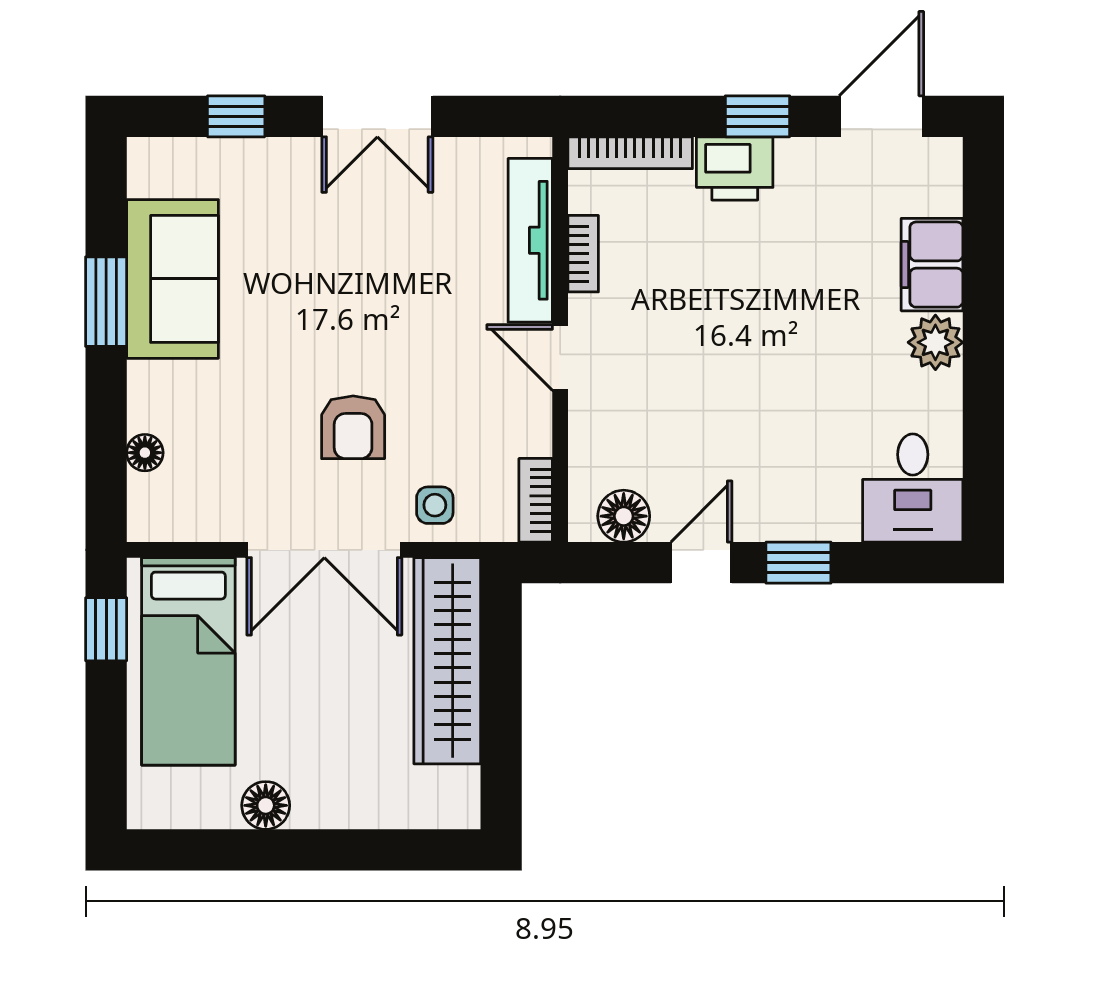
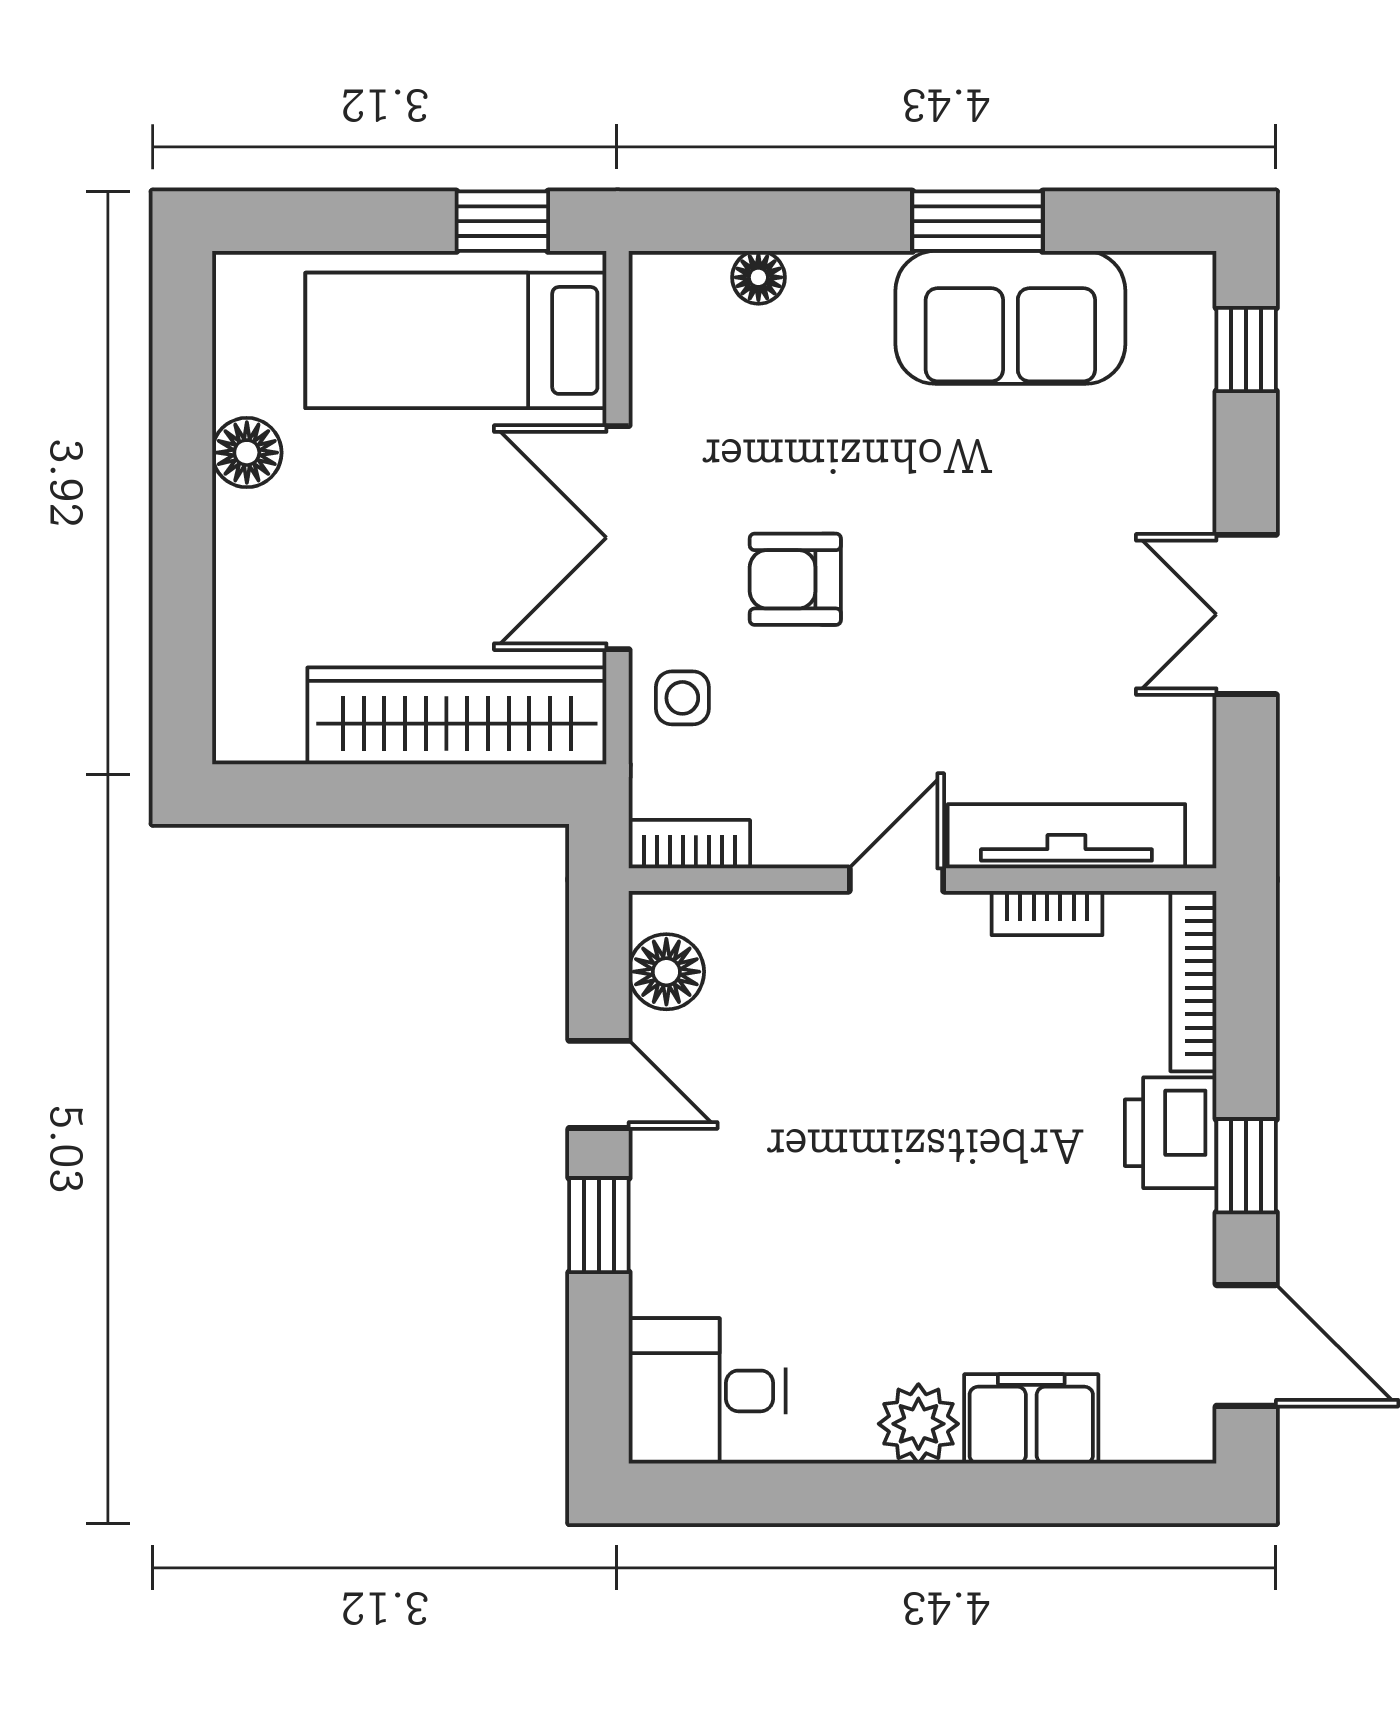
window: (236, 116) -> (1246, 349), moved

